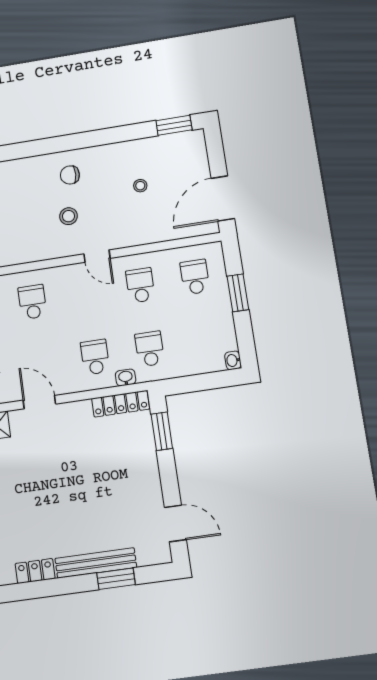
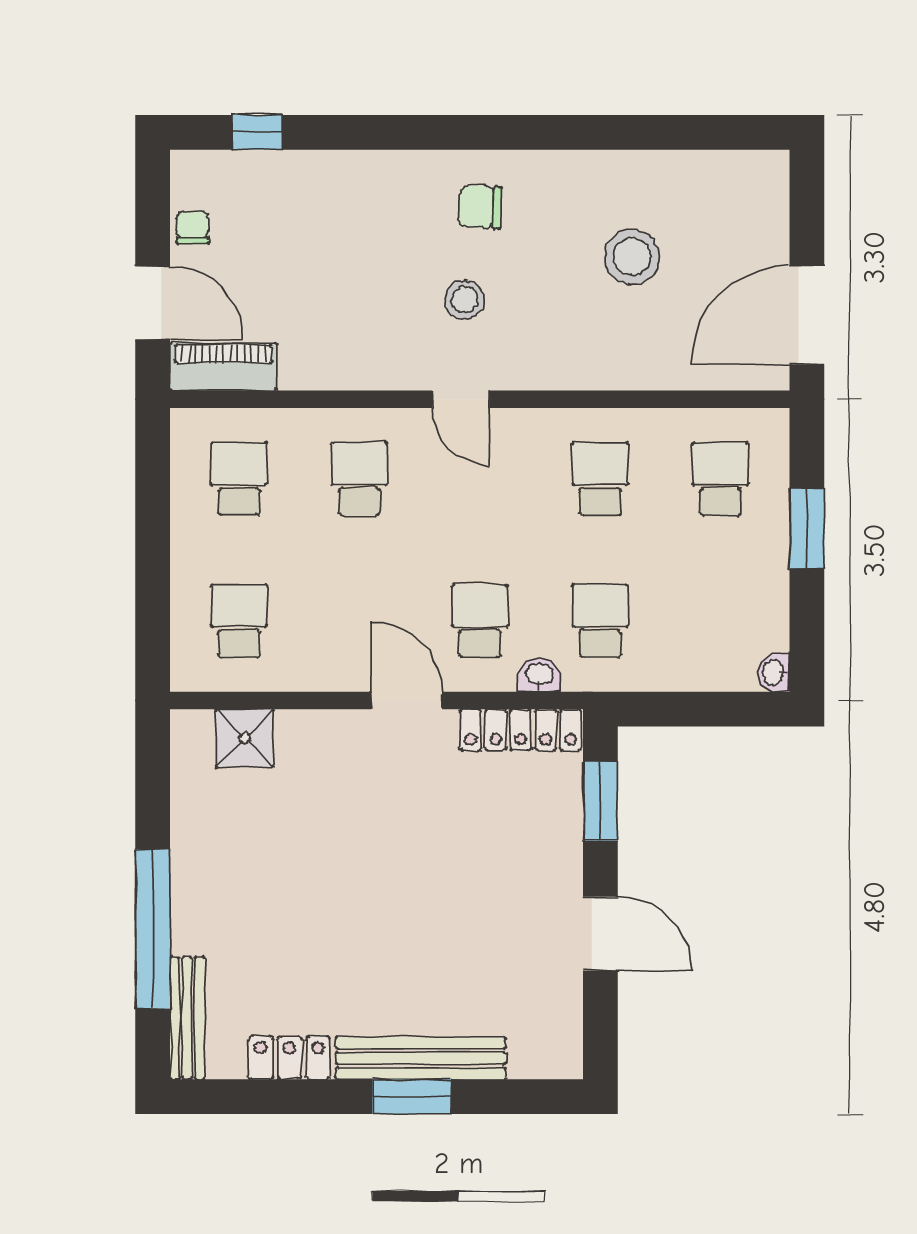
window: (174, 125) -> (726, 132), removed
stool: (140, 186) -> (632, 257), width x1.89, depth x1.89
door: (97, 256) -> (461, 399), moved
door: (39, 402) -> (407, 701), moved
door: (175, 523) -> (600, 934), moved
window: (116, 579) -> (412, 1097), moved

